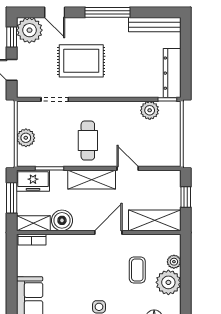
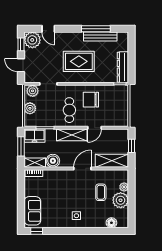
window: (107, 12) -> (96, 29), moved
bench: (155, 25) -> (100, 36), moved
rug: (81, 61) -> (79, 61), moved
plant: (150, 110) -> (33, 91), moved
chair: (122, 124) -> (91, 100), added
door: (128, 168) -> (95, 128), swing flipped

